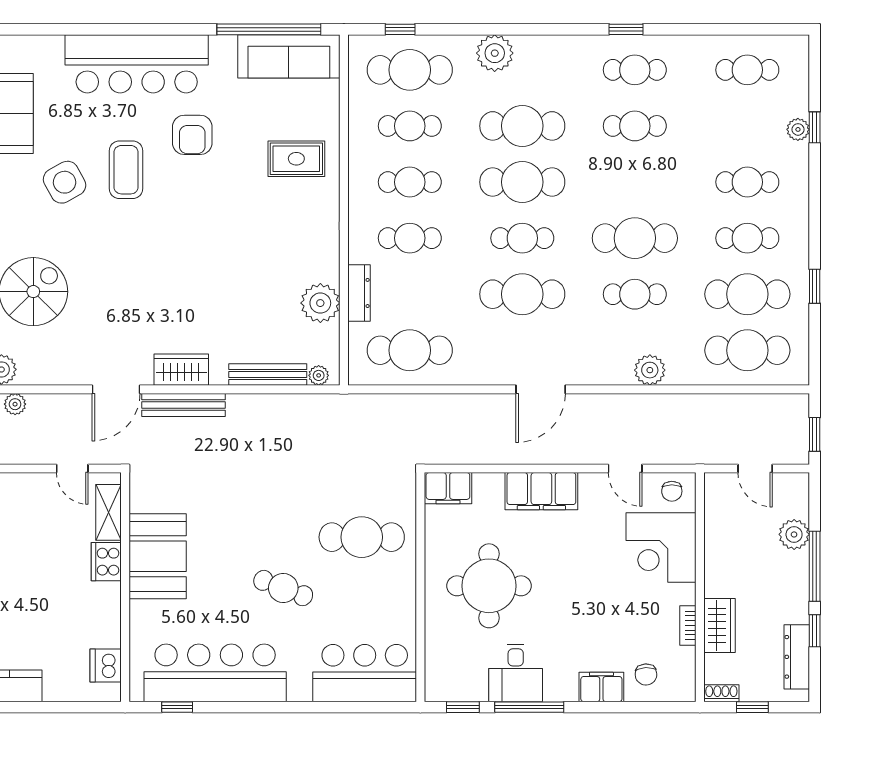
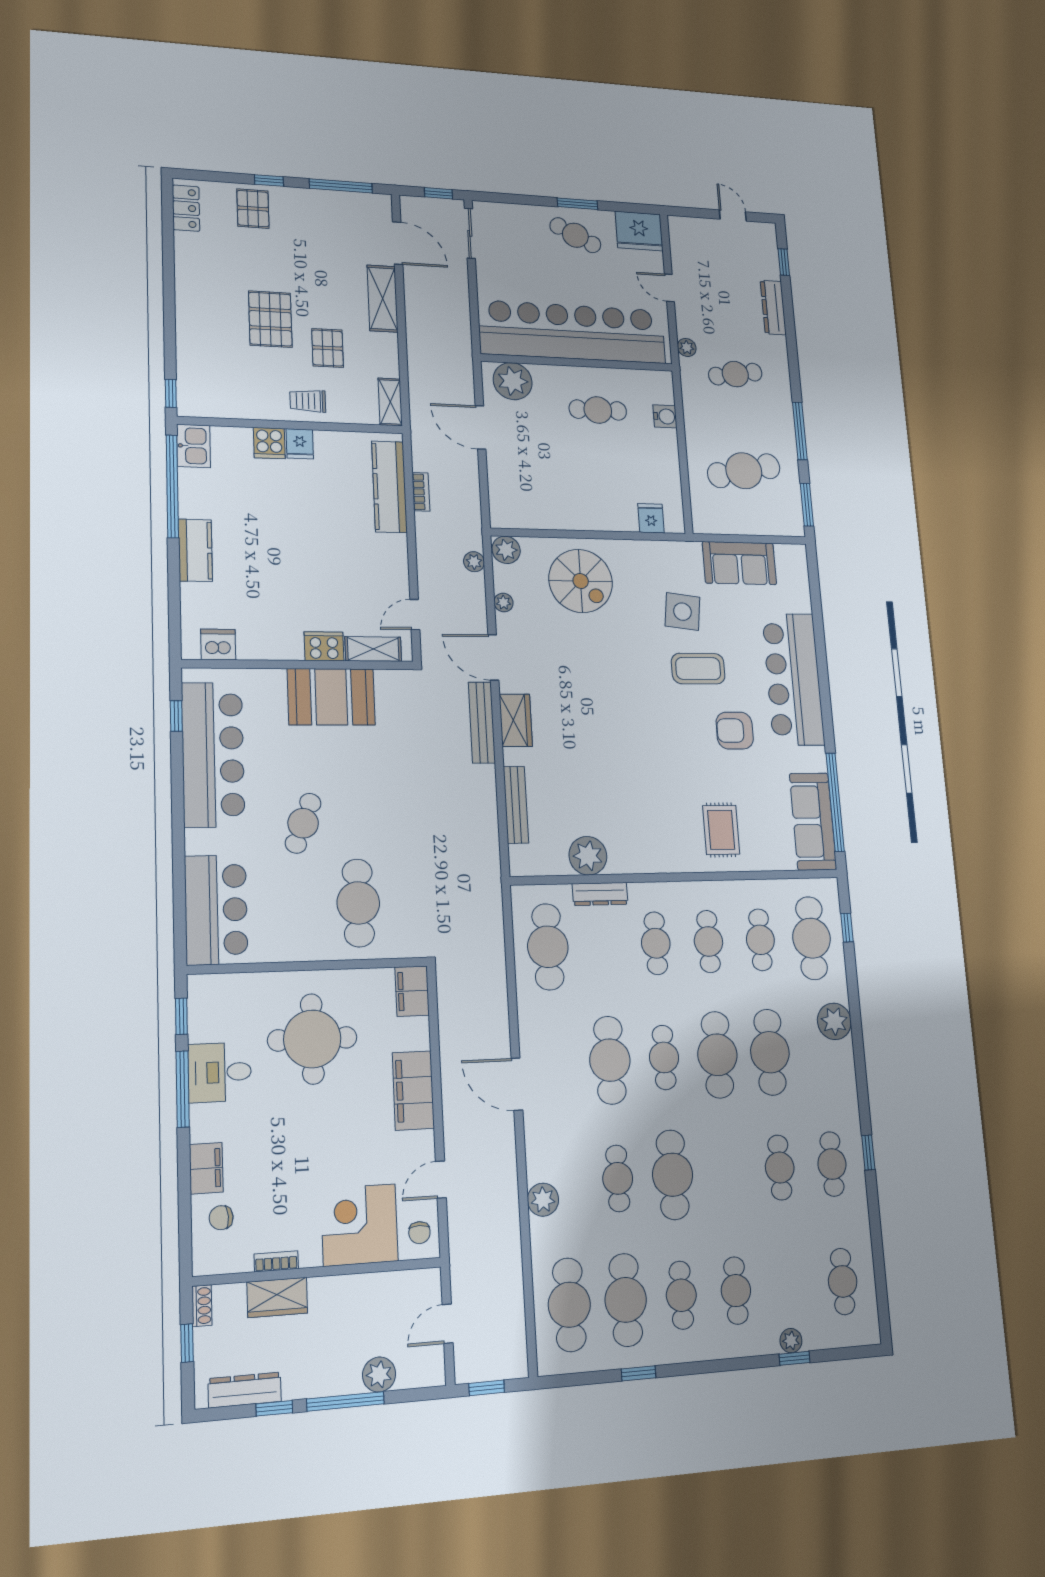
side table: (65, 182) -> (682, 612), turned 36
plant: (319, 375) -> (504, 602), moved
chair: (672, 491) -> (419, 1233), turned -90

